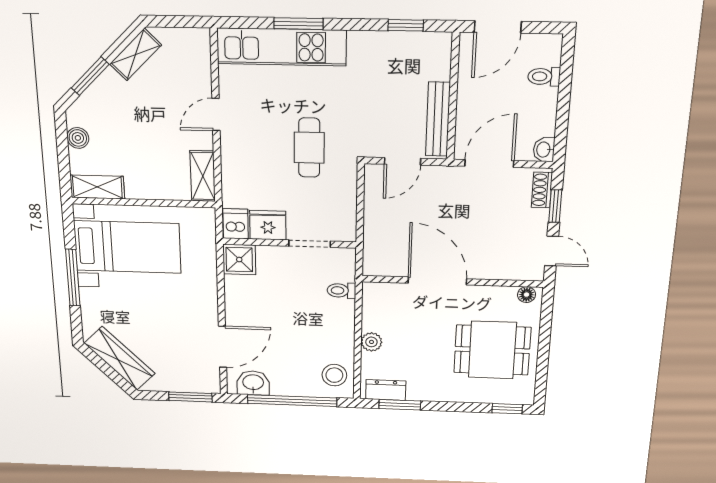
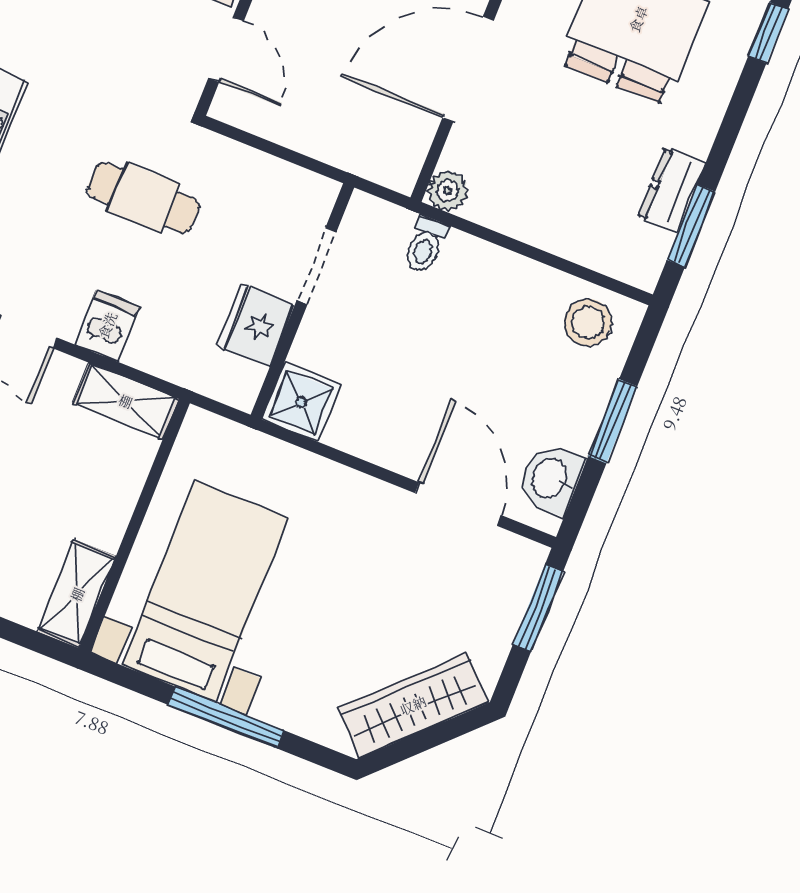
dishwasher: (236, 224) -> (107, 325), moved, turned 90
plant: (371, 342) -> (448, 191), moved
dresser: (386, 390) -> (672, 190), moved
window: (292, 401) -> (613, 421), width x0.47

